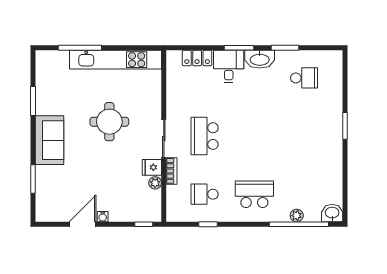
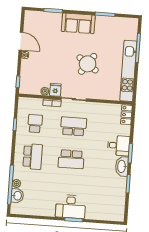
locker: (197, 58) -> (126, 115), moved
school desk: (304, 78) -> (71, 159), moved, width x1.85
round table: (109, 122) -> (88, 64), turned 35
desk: (325, 132) -> (71, 207), added
washbasin: (332, 213) -> (17, 196), moved

